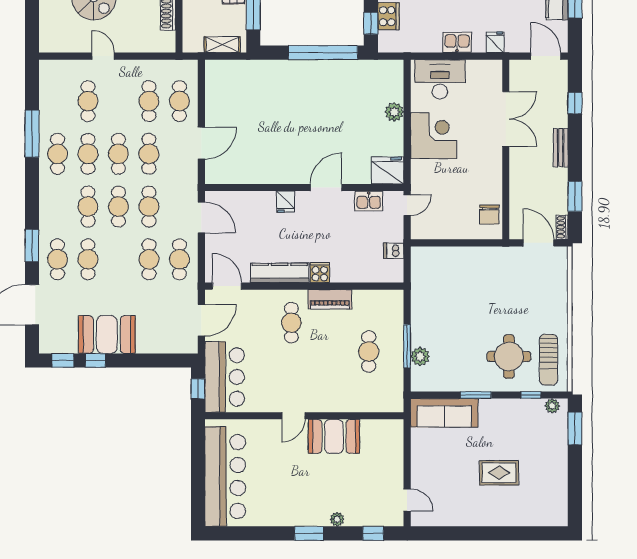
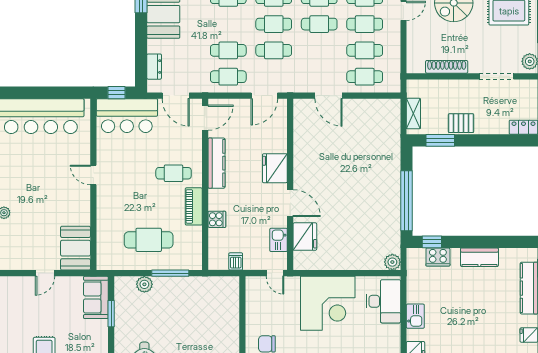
plant: (394, 112) -> (392, 262), moved
corner desk: (434, 136) -> (328, 303), width x1.36, depth x1.36
cafe table: (149, 154) -> (365, 24), moved
fridge: (388, 170) -> (305, 237), moved
fridge: (286, 202) -> (275, 168), width x1.88, depth x1.34
cooker: (320, 273) -> (217, 219), moved
dresser: (168, 345) -> (154, 67), added
window: (407, 346) -> (170, 273), moved
cafe table: (369, 352) -> (149, 240), width x1.37, depth x1.35
window: (476, 395) -> (111, 314), moved
sofa: (444, 413) -> (96, 297), width x0.73
booth: (334, 436) -> (76, 248), moved
door: (407, 500) -> (45, 273), moved

